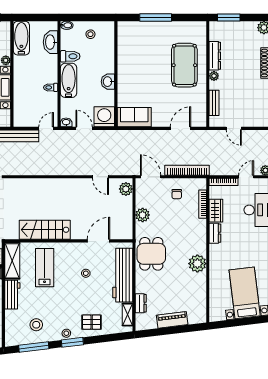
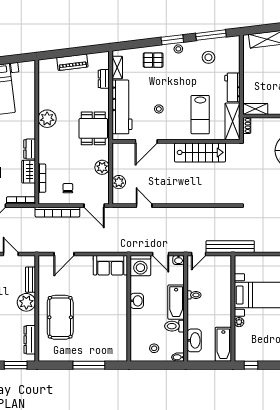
dresser: (215, 56) -> (30, 340), moved
plant: (214, 76) -> (26, 302), width x1.88, depth x1.88
plant: (126, 189) -> (119, 182), moved

